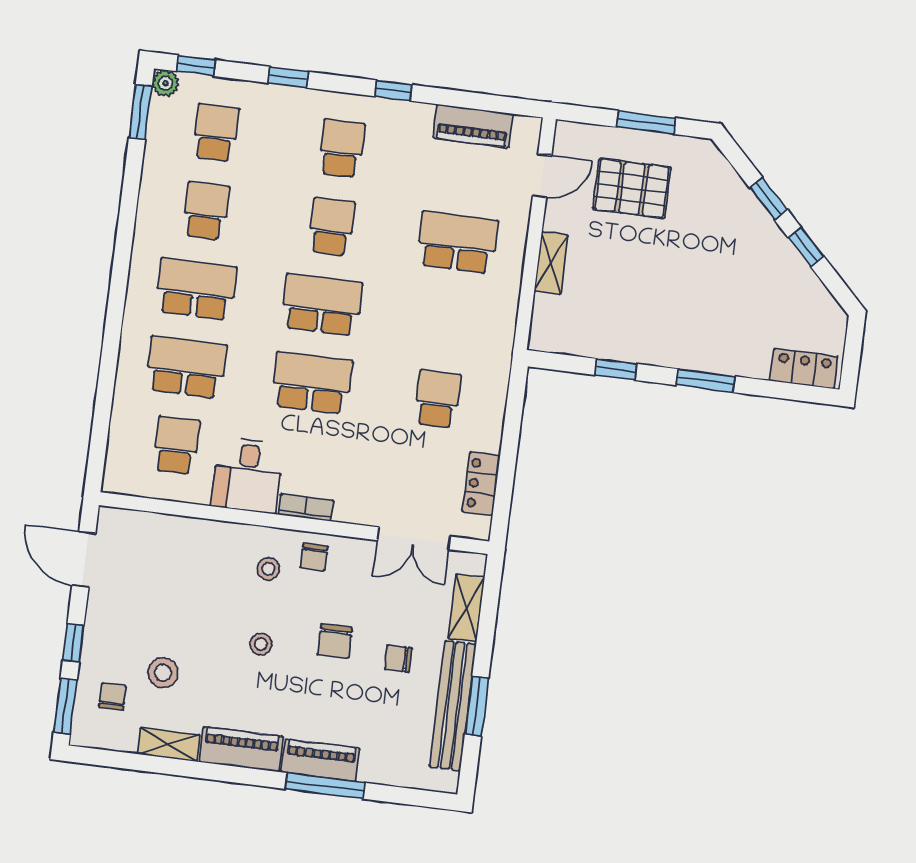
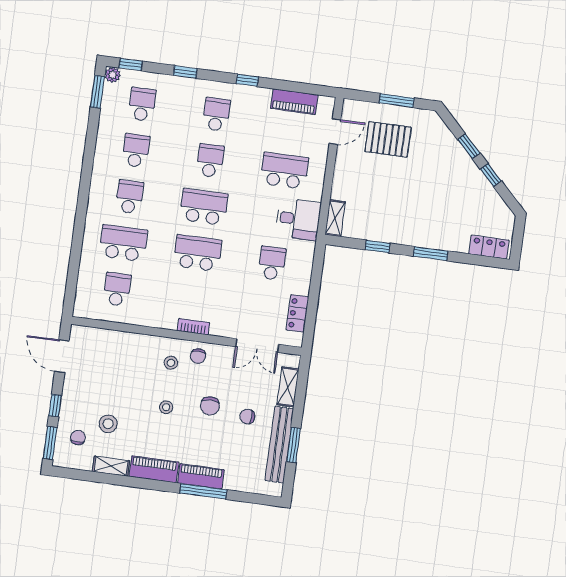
shelving: (551, 263) -> (335, 218), moved
school desk: (196, 289) -> (130, 197), width x0.54
desk: (247, 475) -> (298, 219), moved, turned -90

